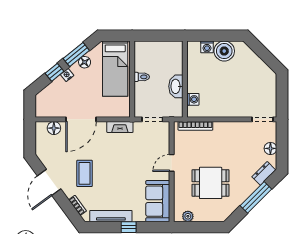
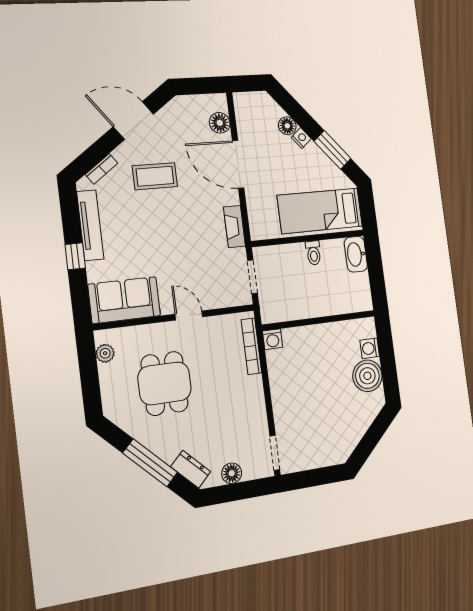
floor lamp: (85, 62) -> (287, 126), moved
window: (54, 72) -> (303, 119), removed
washbasin: (176, 86) -> (356, 254), moved, turned -90
washing machine: (193, 99) -> (273, 339), moved

